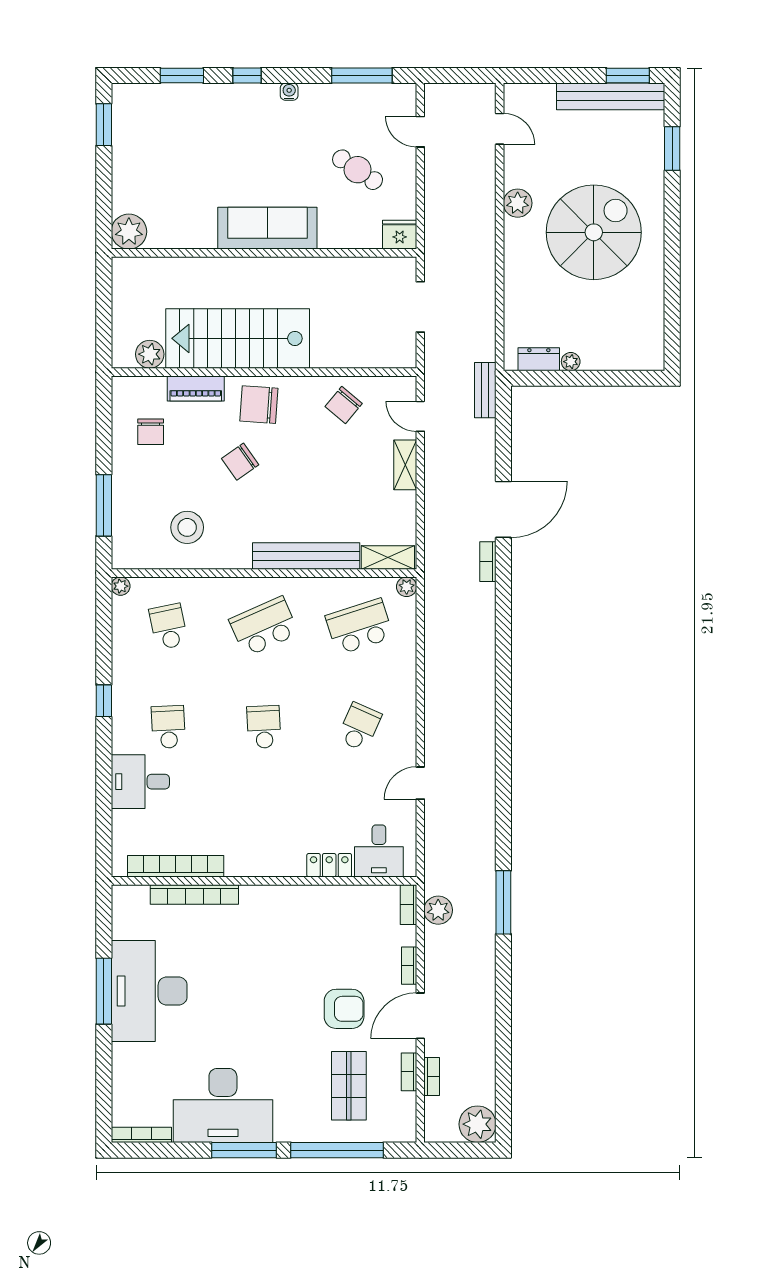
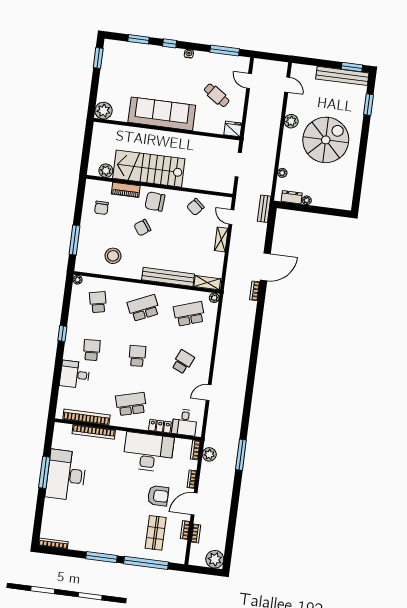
sofa: (267, 228) -> (162, 114), width x1.36, depth x1.27
plant: (513, 312) -> (282, 173), added
school desk: (264, 827) -> (131, 404), added
desk: (223, 1105) -> (148, 452), moved, turned 180

